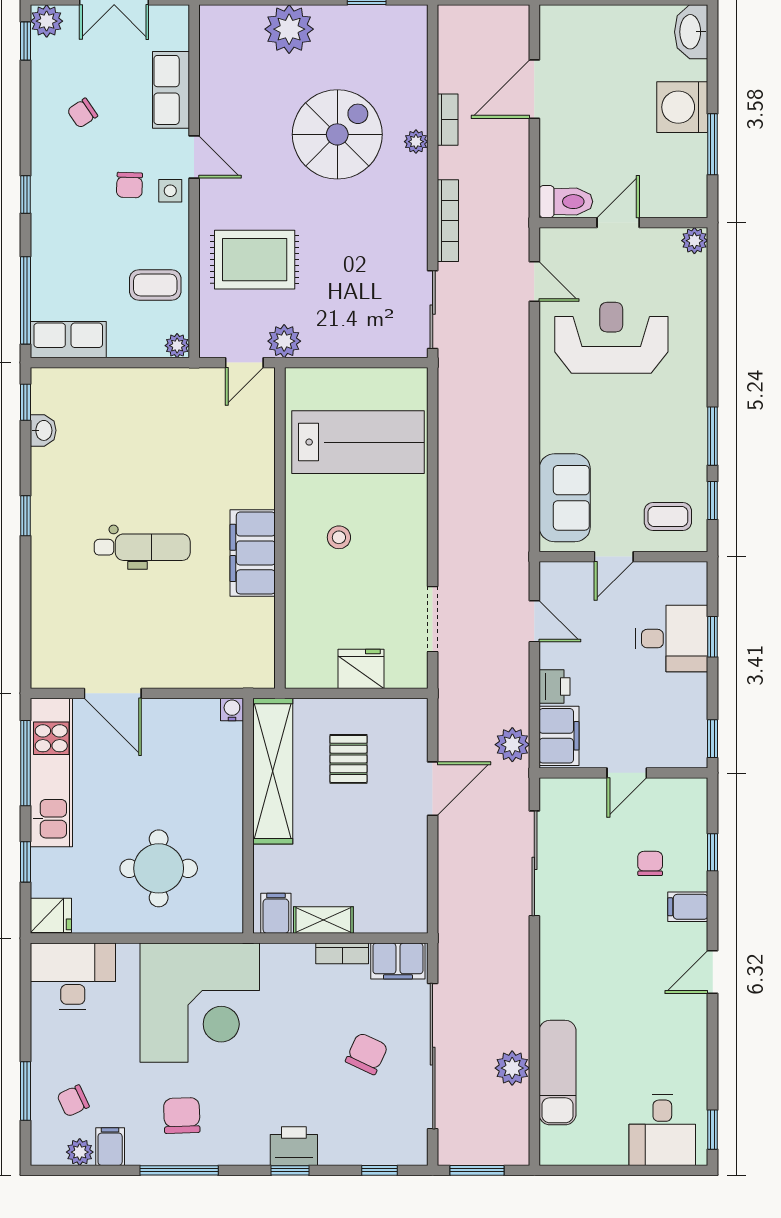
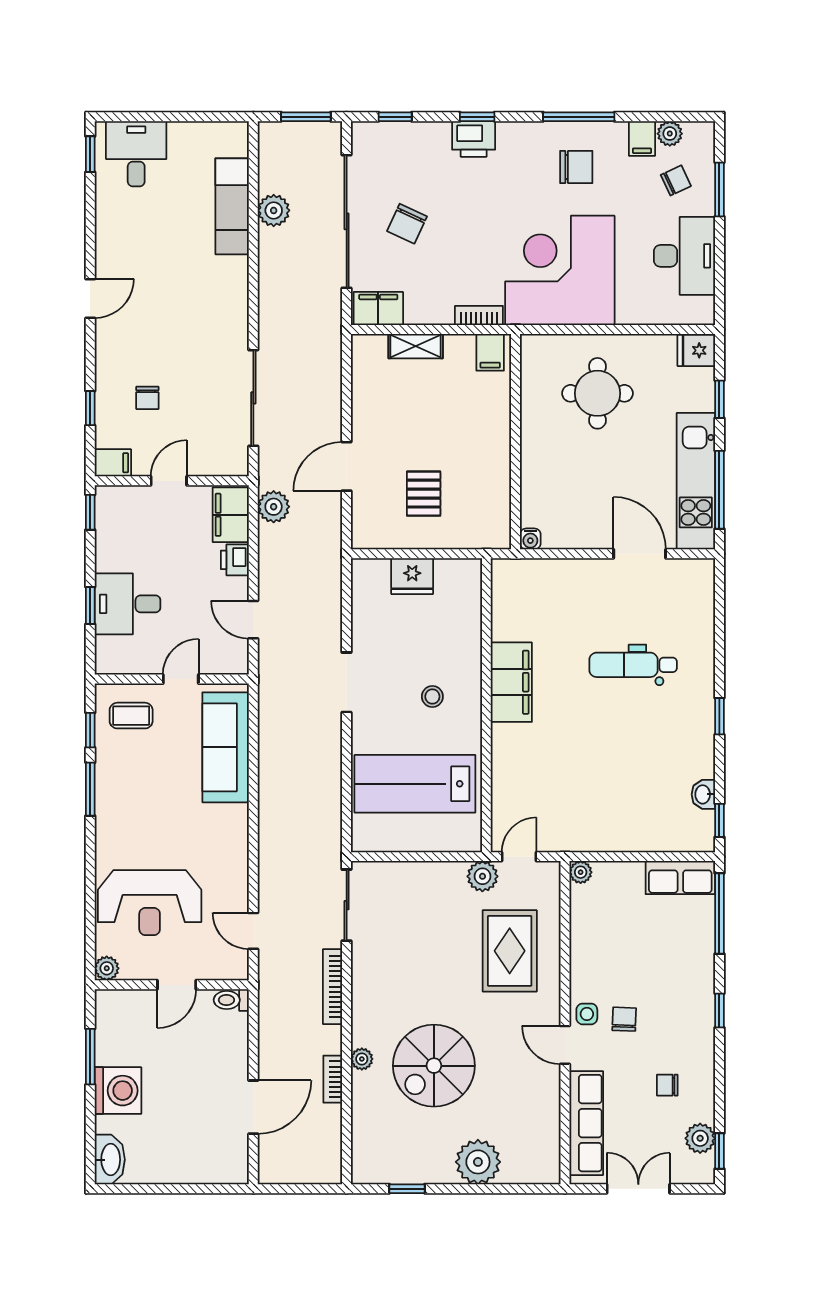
plant: (47, 21) -> (700, 1138), moved
row of seats: (171, 90) -> (586, 1123), width x1.48
chair: (82, 113) -> (667, 1085), turned -146
toilet: (566, 202) -> (231, 1000), width x0.73, depth x0.72
rug: (255, 260) -> (510, 951), turned 90
coffee table: (155, 285) -> (601, 928), removed
reception desk: (611, 338) -> (150, 903), moved
sofa: (565, 498) -> (226, 747), width x1.36
dental chair: (142, 547) -> (633, 665), moved
doorway: (433, 619) -> (347, 682), moved
shelving: (273, 771) -> (493, 482), removed
filing cabinet: (688, 907) -> (113, 463), moved
shelving: (323, 920) -> (416, 346), moved
bookcase: (342, 953) -> (479, 315), moved
desk: (73, 976) -> (684, 256), moved, turned -90
chair: (182, 1116) -> (576, 167), turned -88

